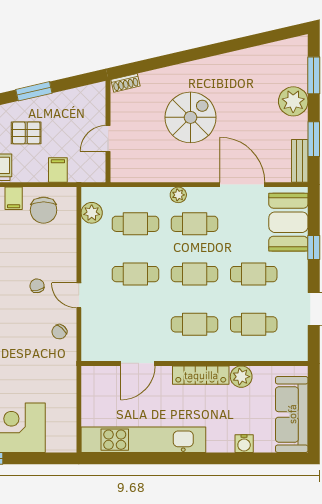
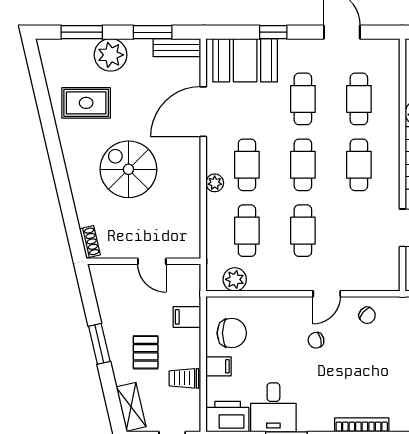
rug: (250, 79) -> (86, 103), added

